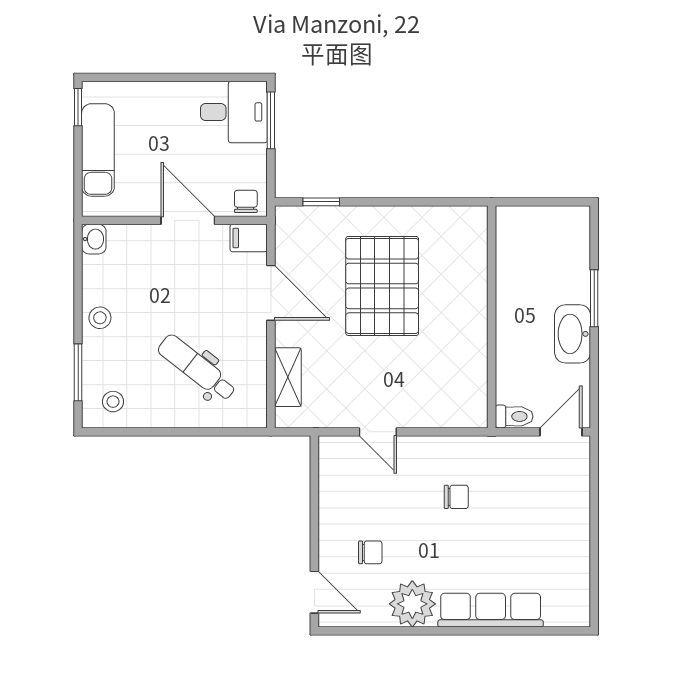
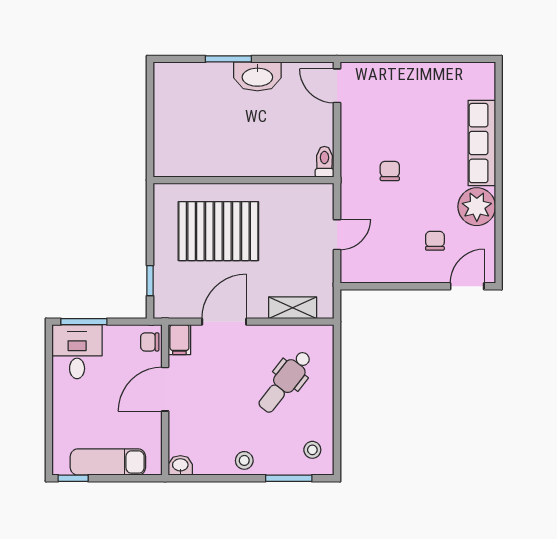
wall: (492, 317) -> (243, 180), moved
toilet: (514, 416) -> (324, 162), moved

